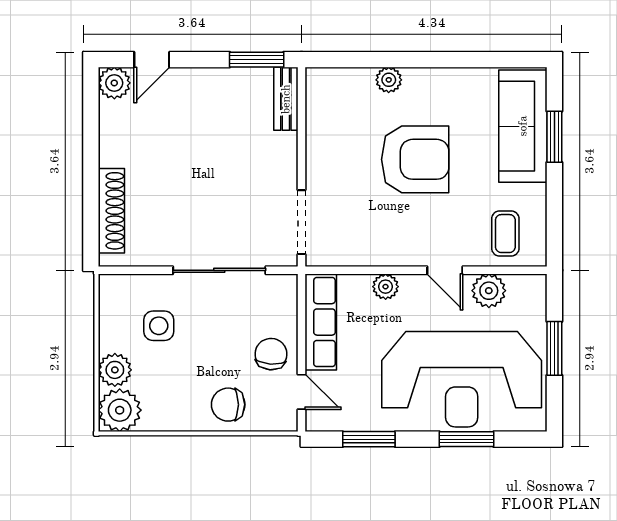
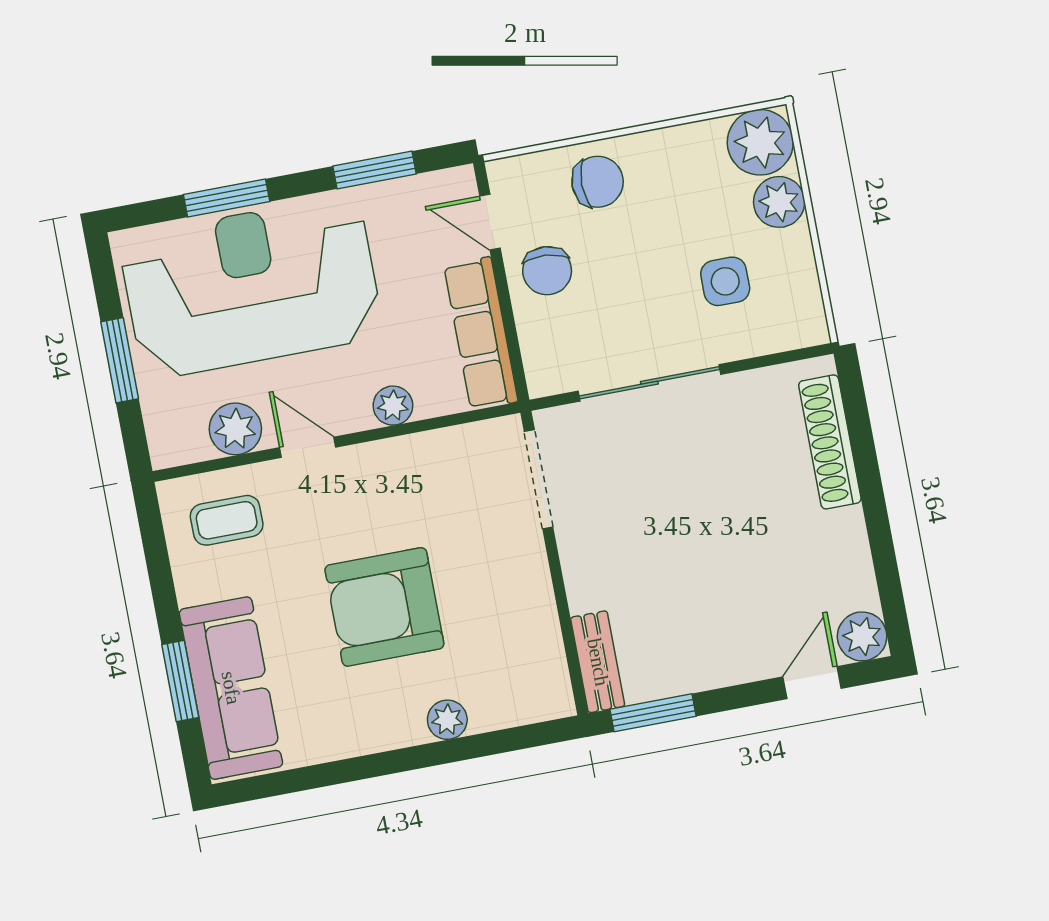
coffee table: (505, 234) -> (227, 520), turned 90

